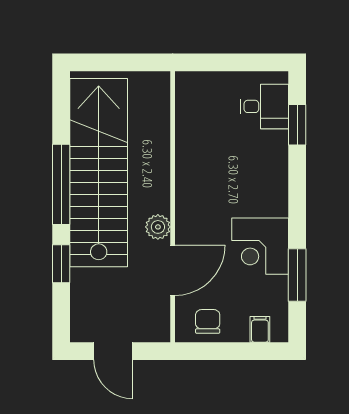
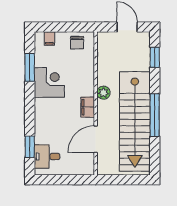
filing cabinet: (188, 200) -> (88, 107), added
window: (61, 264) -> (155, 57), moved
door: (173, 270) -> (96, 139), moved

